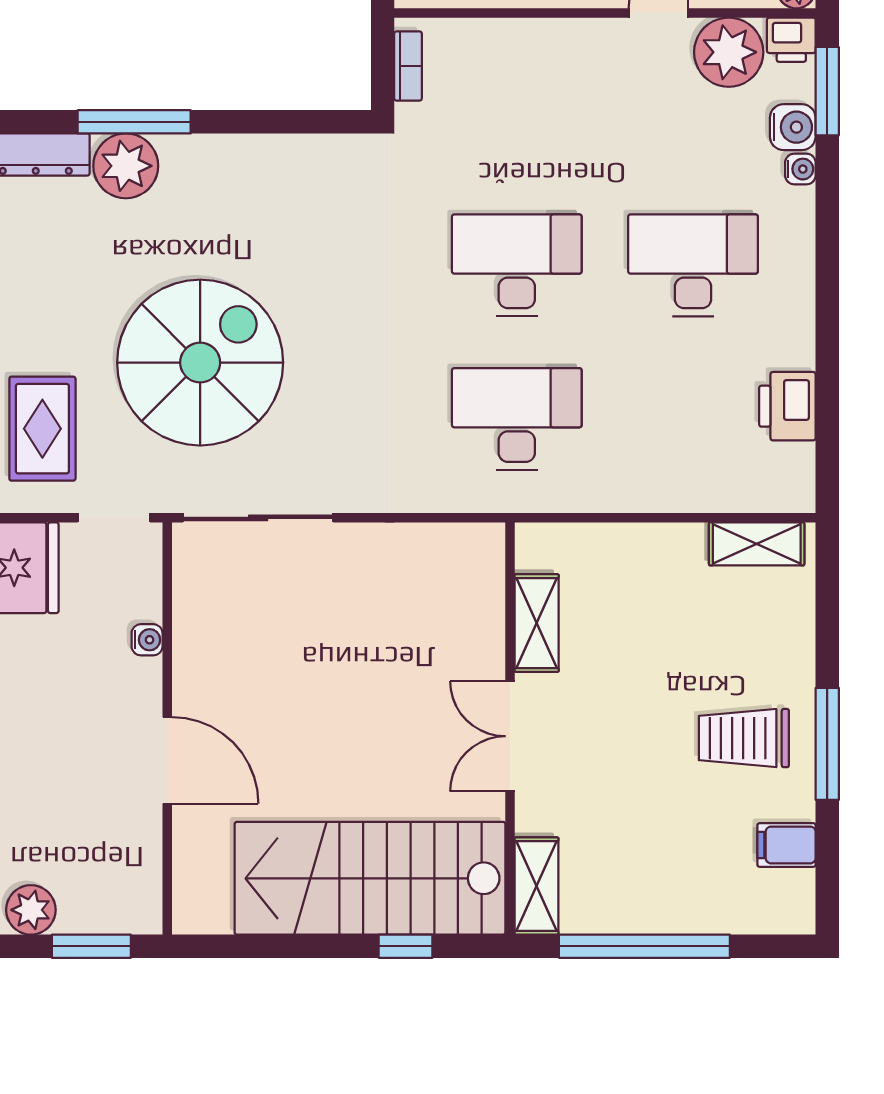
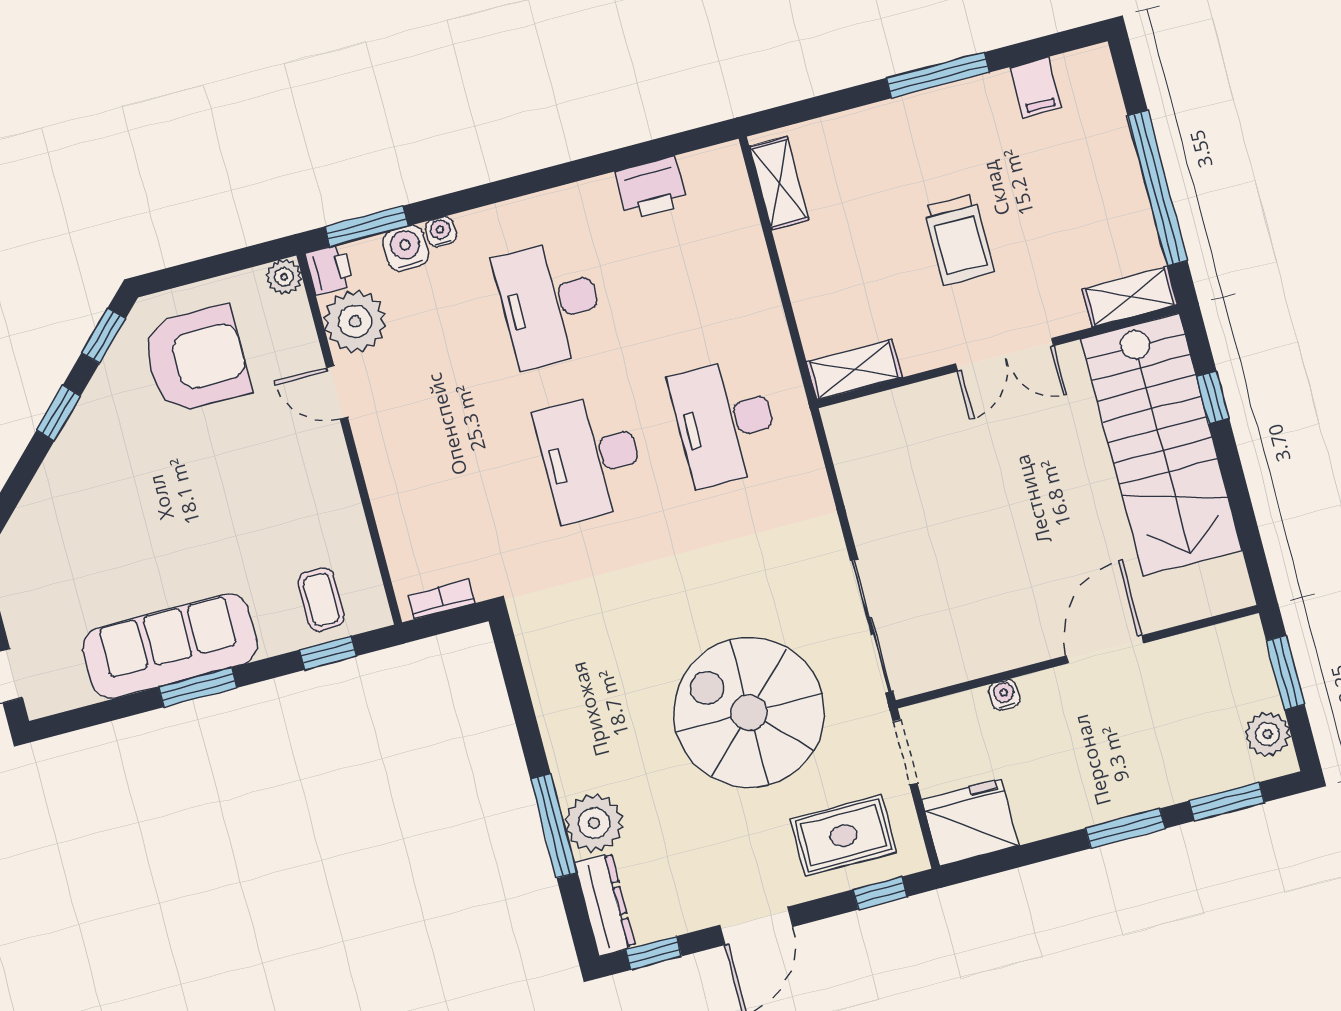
shelving: (537, 623) -> (854, 370), moved
trolley: (744, 738) -> (959, 240), moved

